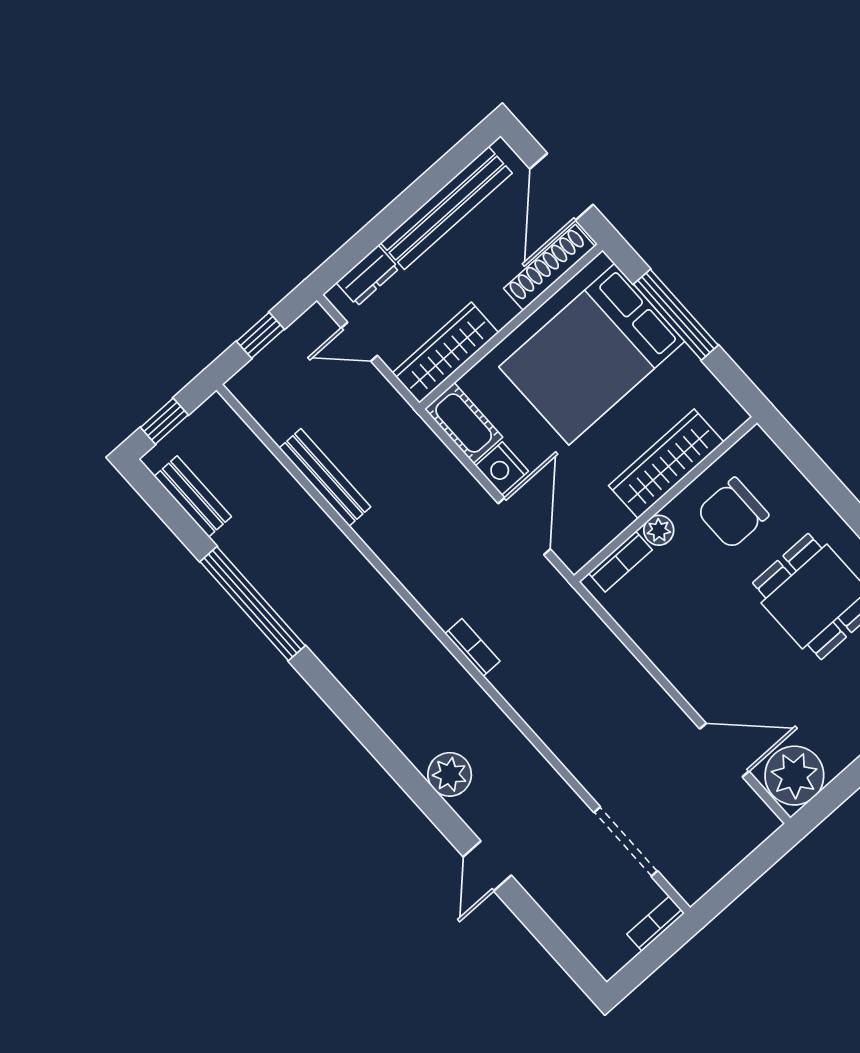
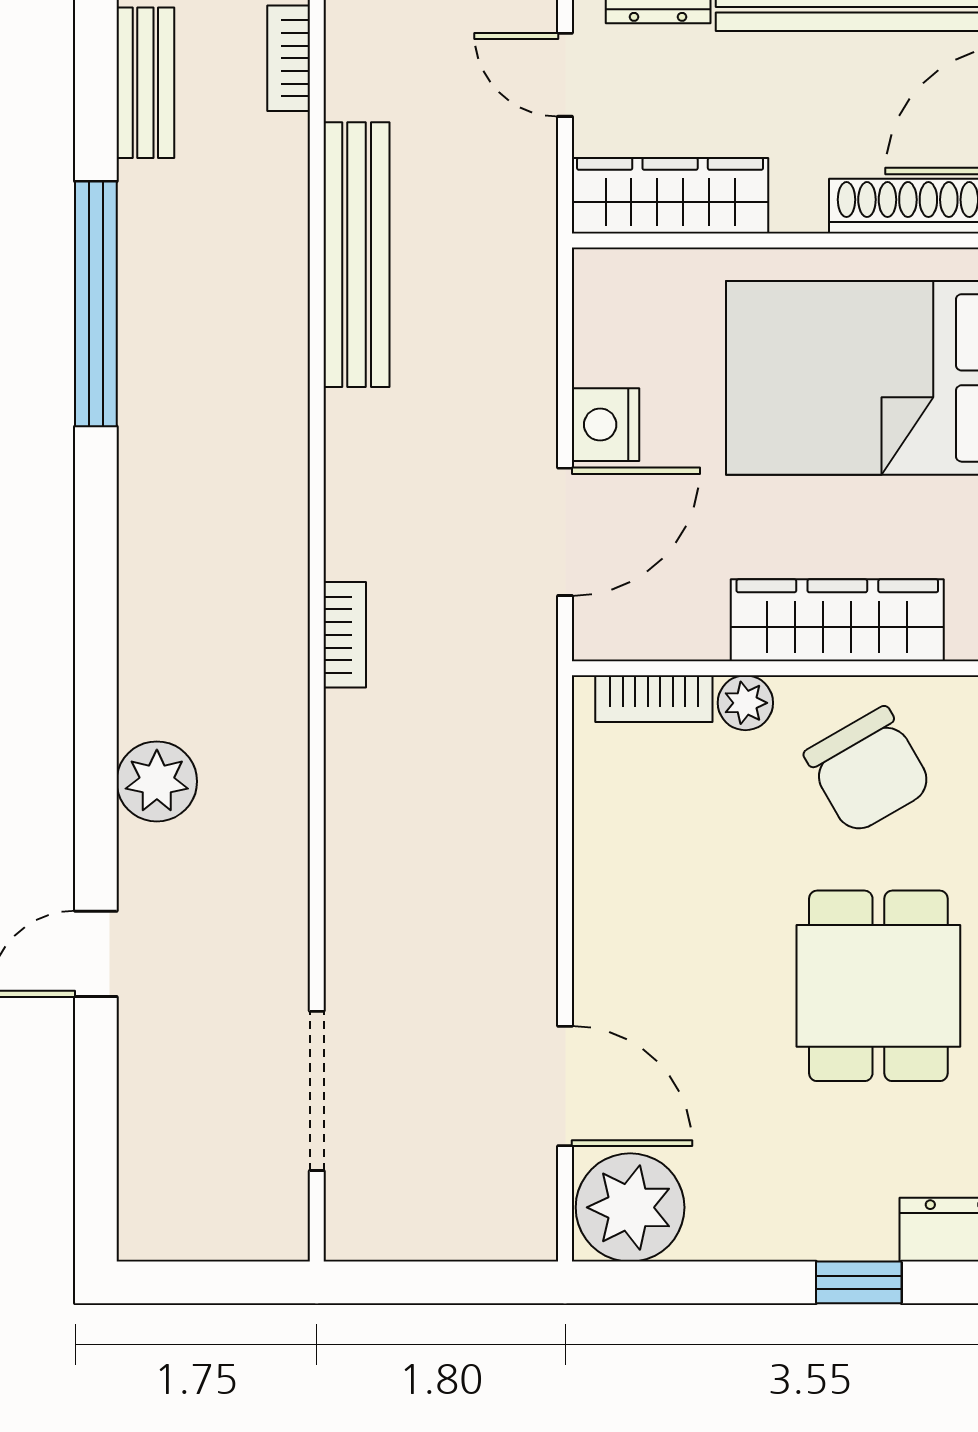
cot: (464, 423) -> (609, 315), removed
bench: (325, 477) -> (357, 255), width x1.37, depth x1.21
chair: (733, 513) -> (868, 770), turned -120
bookcase: (656, 924) -> (289, 58), moved, turned -90

